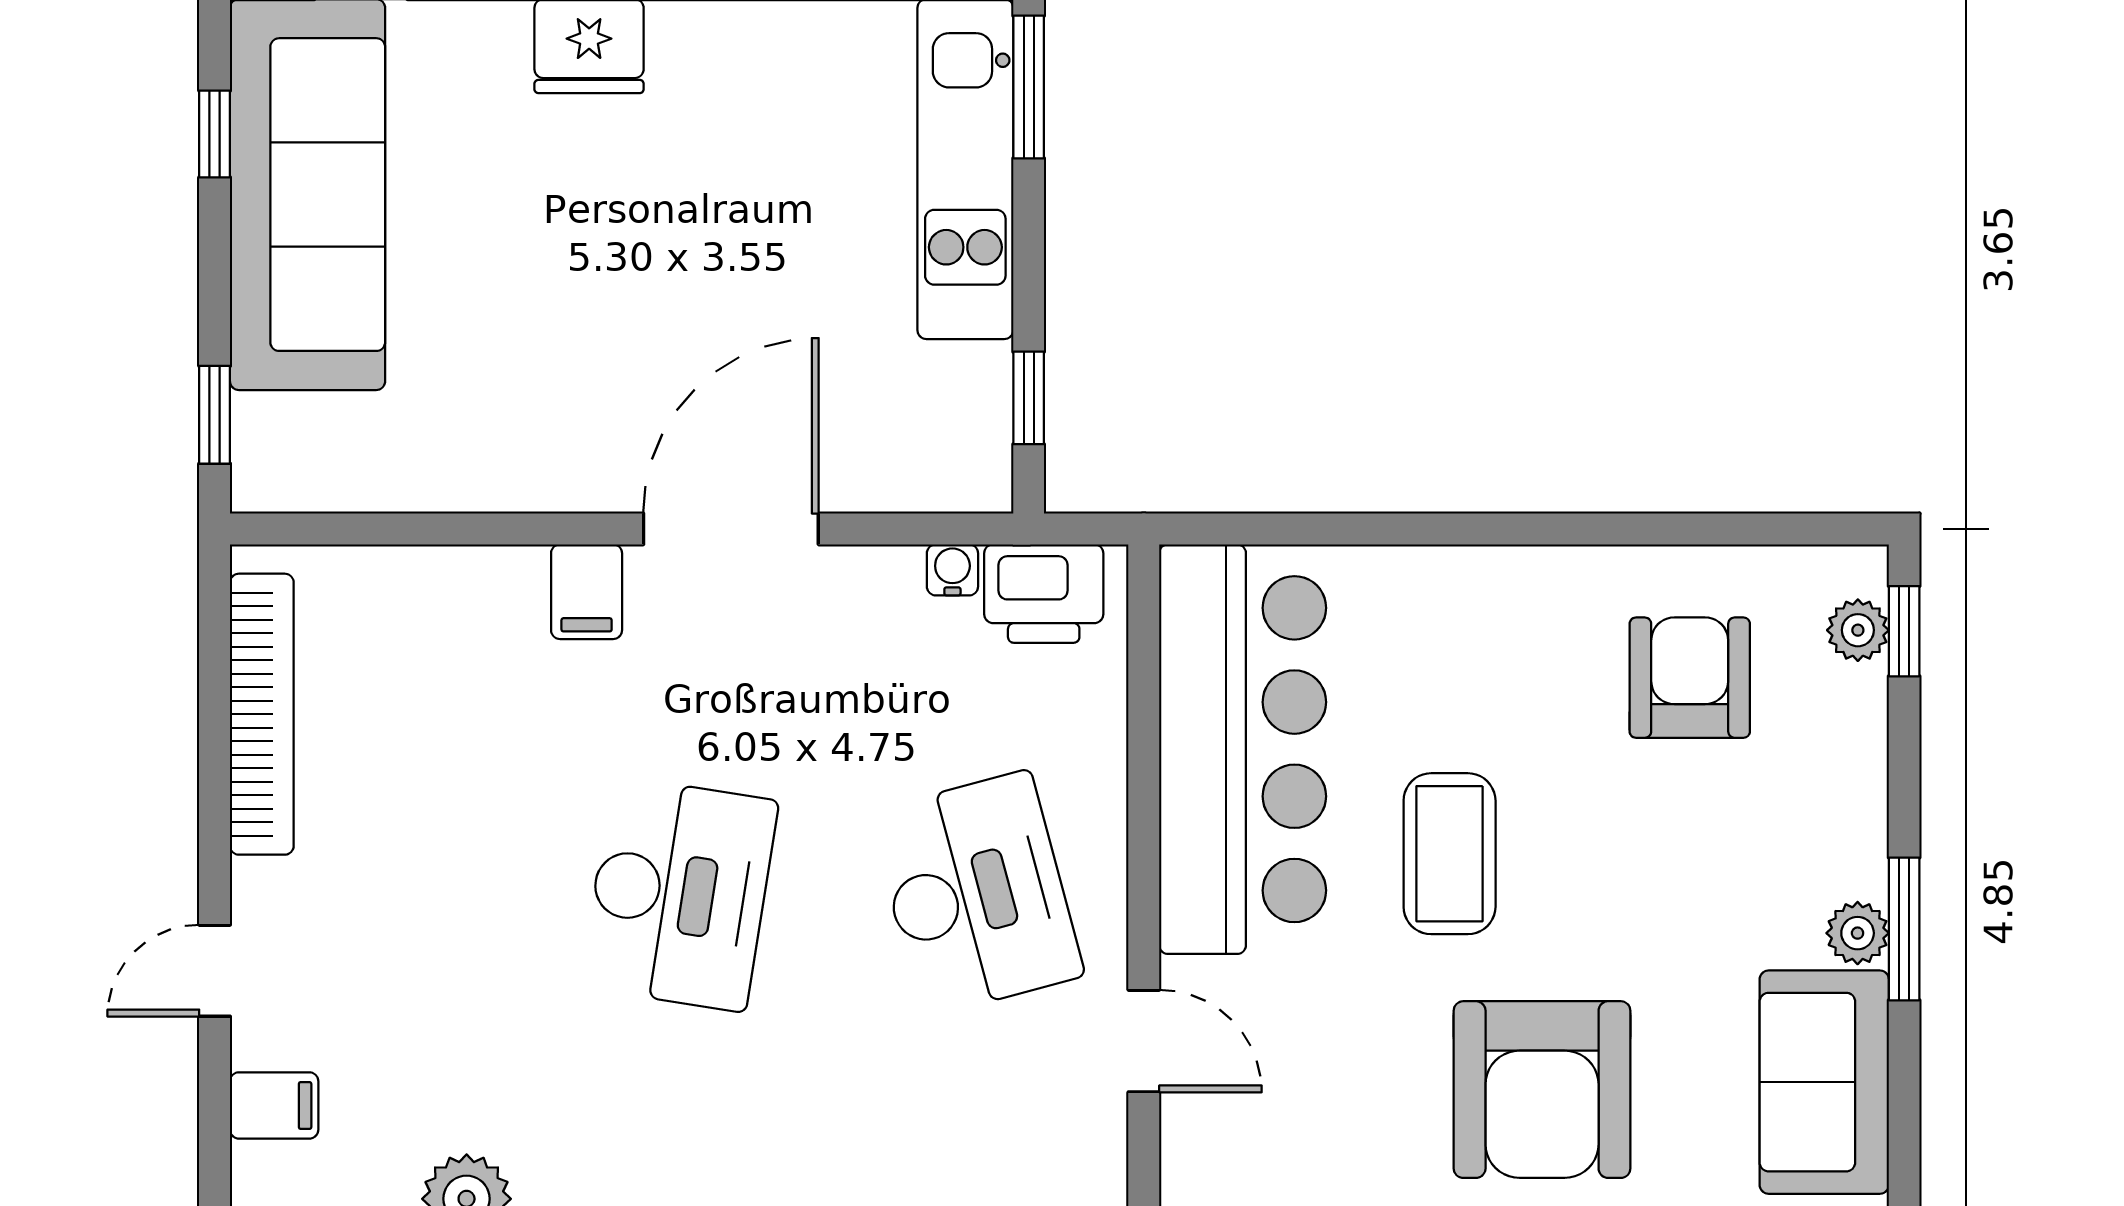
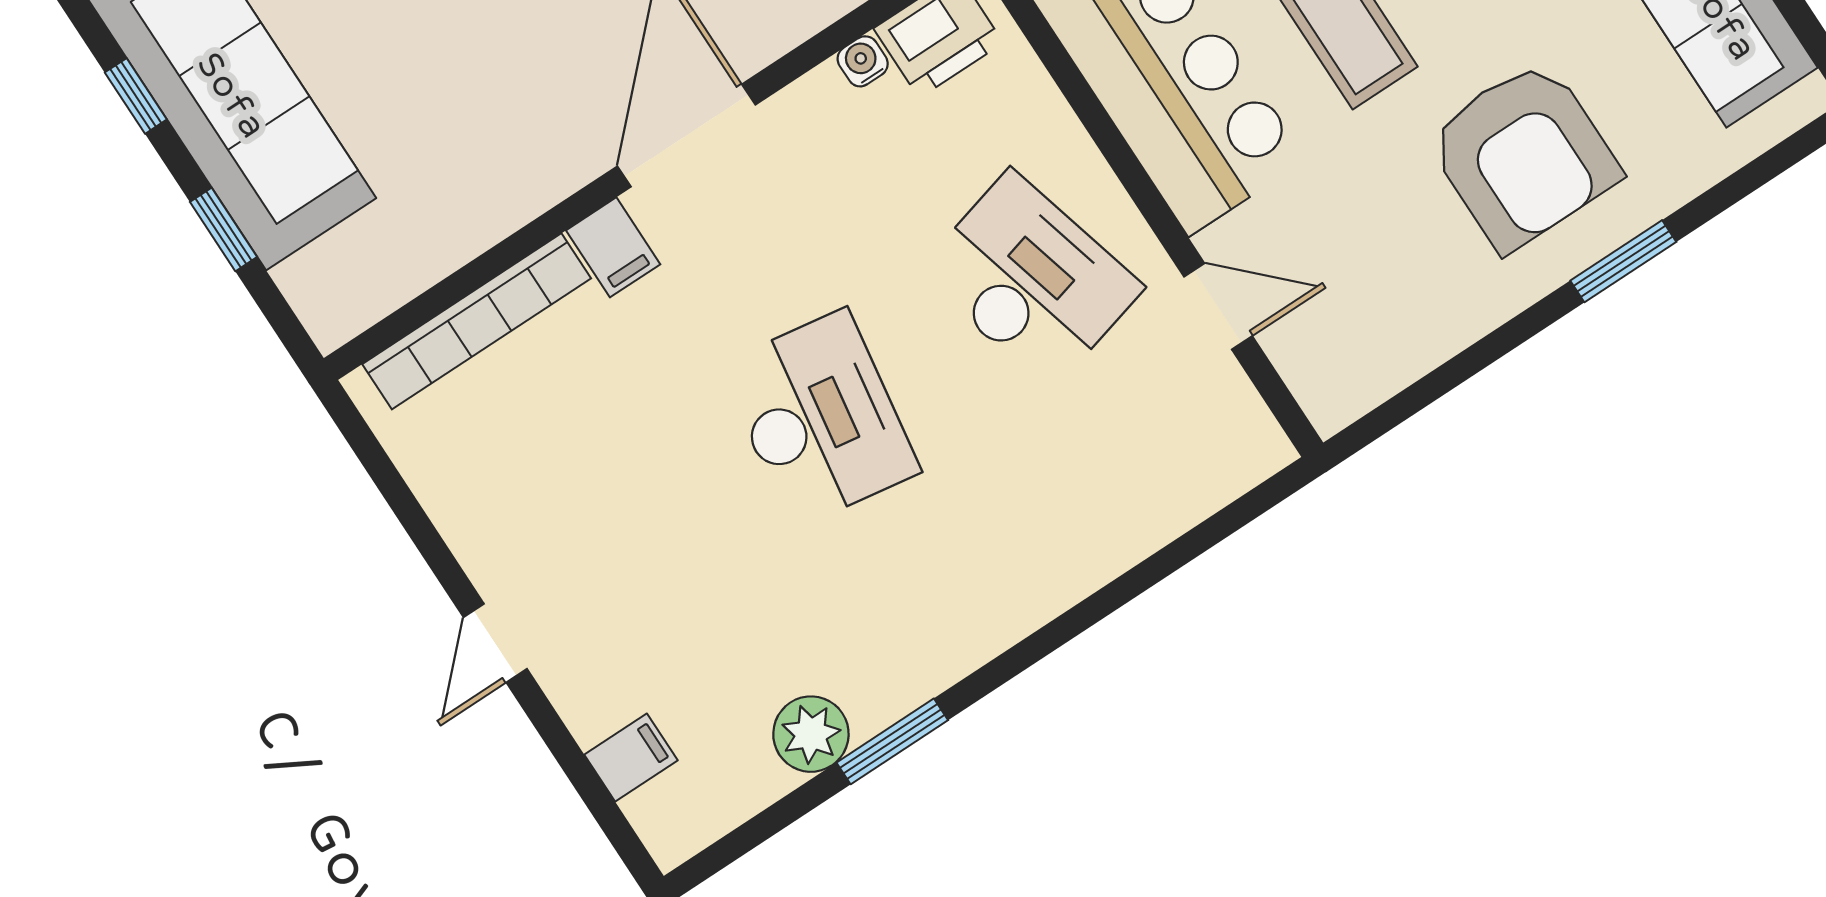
window: (215, 415) -> (224, 229), moved
bookcase: (262, 714) -> (477, 321), moved, turned 90
door: (215, 971) -> (495, 643), moved

